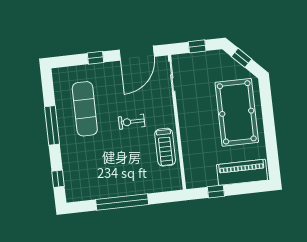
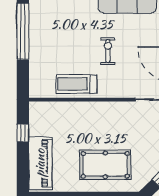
pool table: (237, 112) -> (105, 165), width x0.73, depth x0.76

